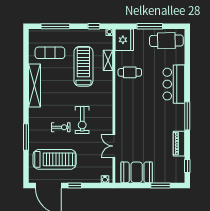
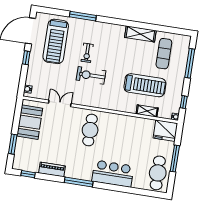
cafe table: (130, 72) -> (90, 130), moved, width x1.37, depth x1.35
shelving: (35, 85) -> (140, 34), width x0.68

